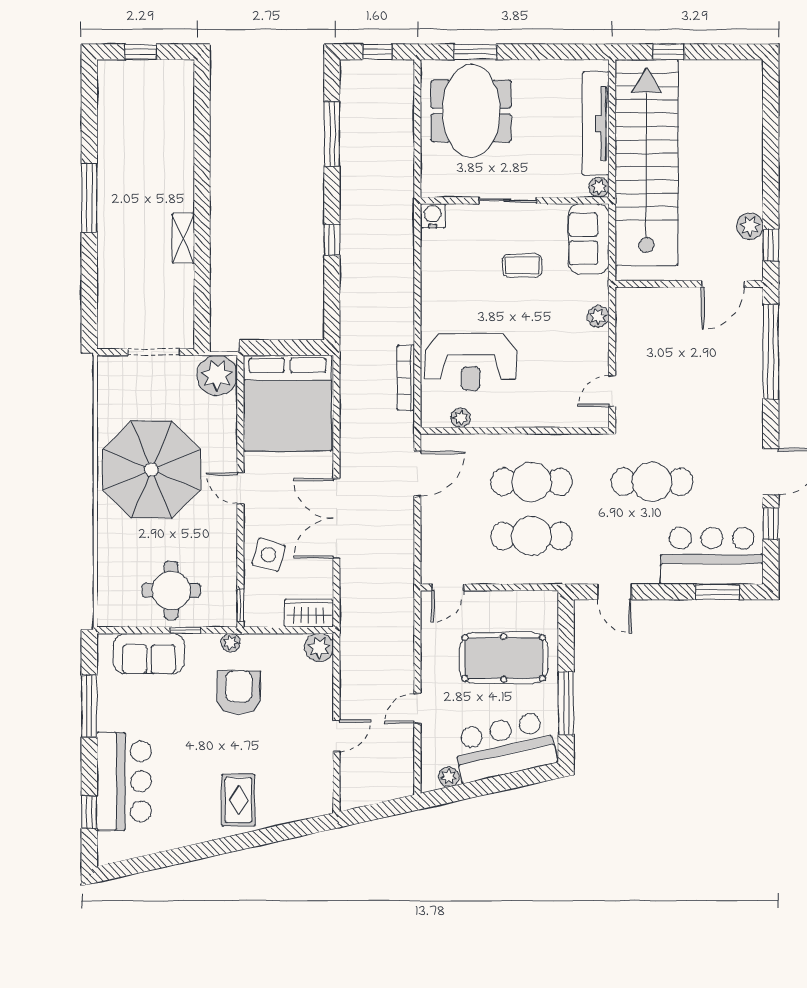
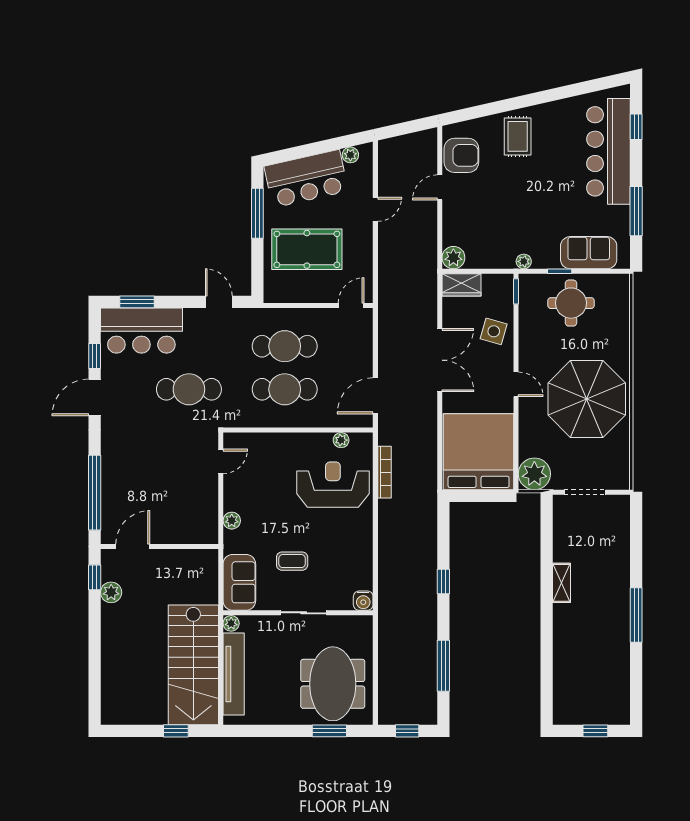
stairs: (647, 162) -> (193, 665), width x0.73
armchair: (239, 692) -> (461, 155), moved, turned -90
bar counter: (124, 781) -> (608, 151), width x1.36

